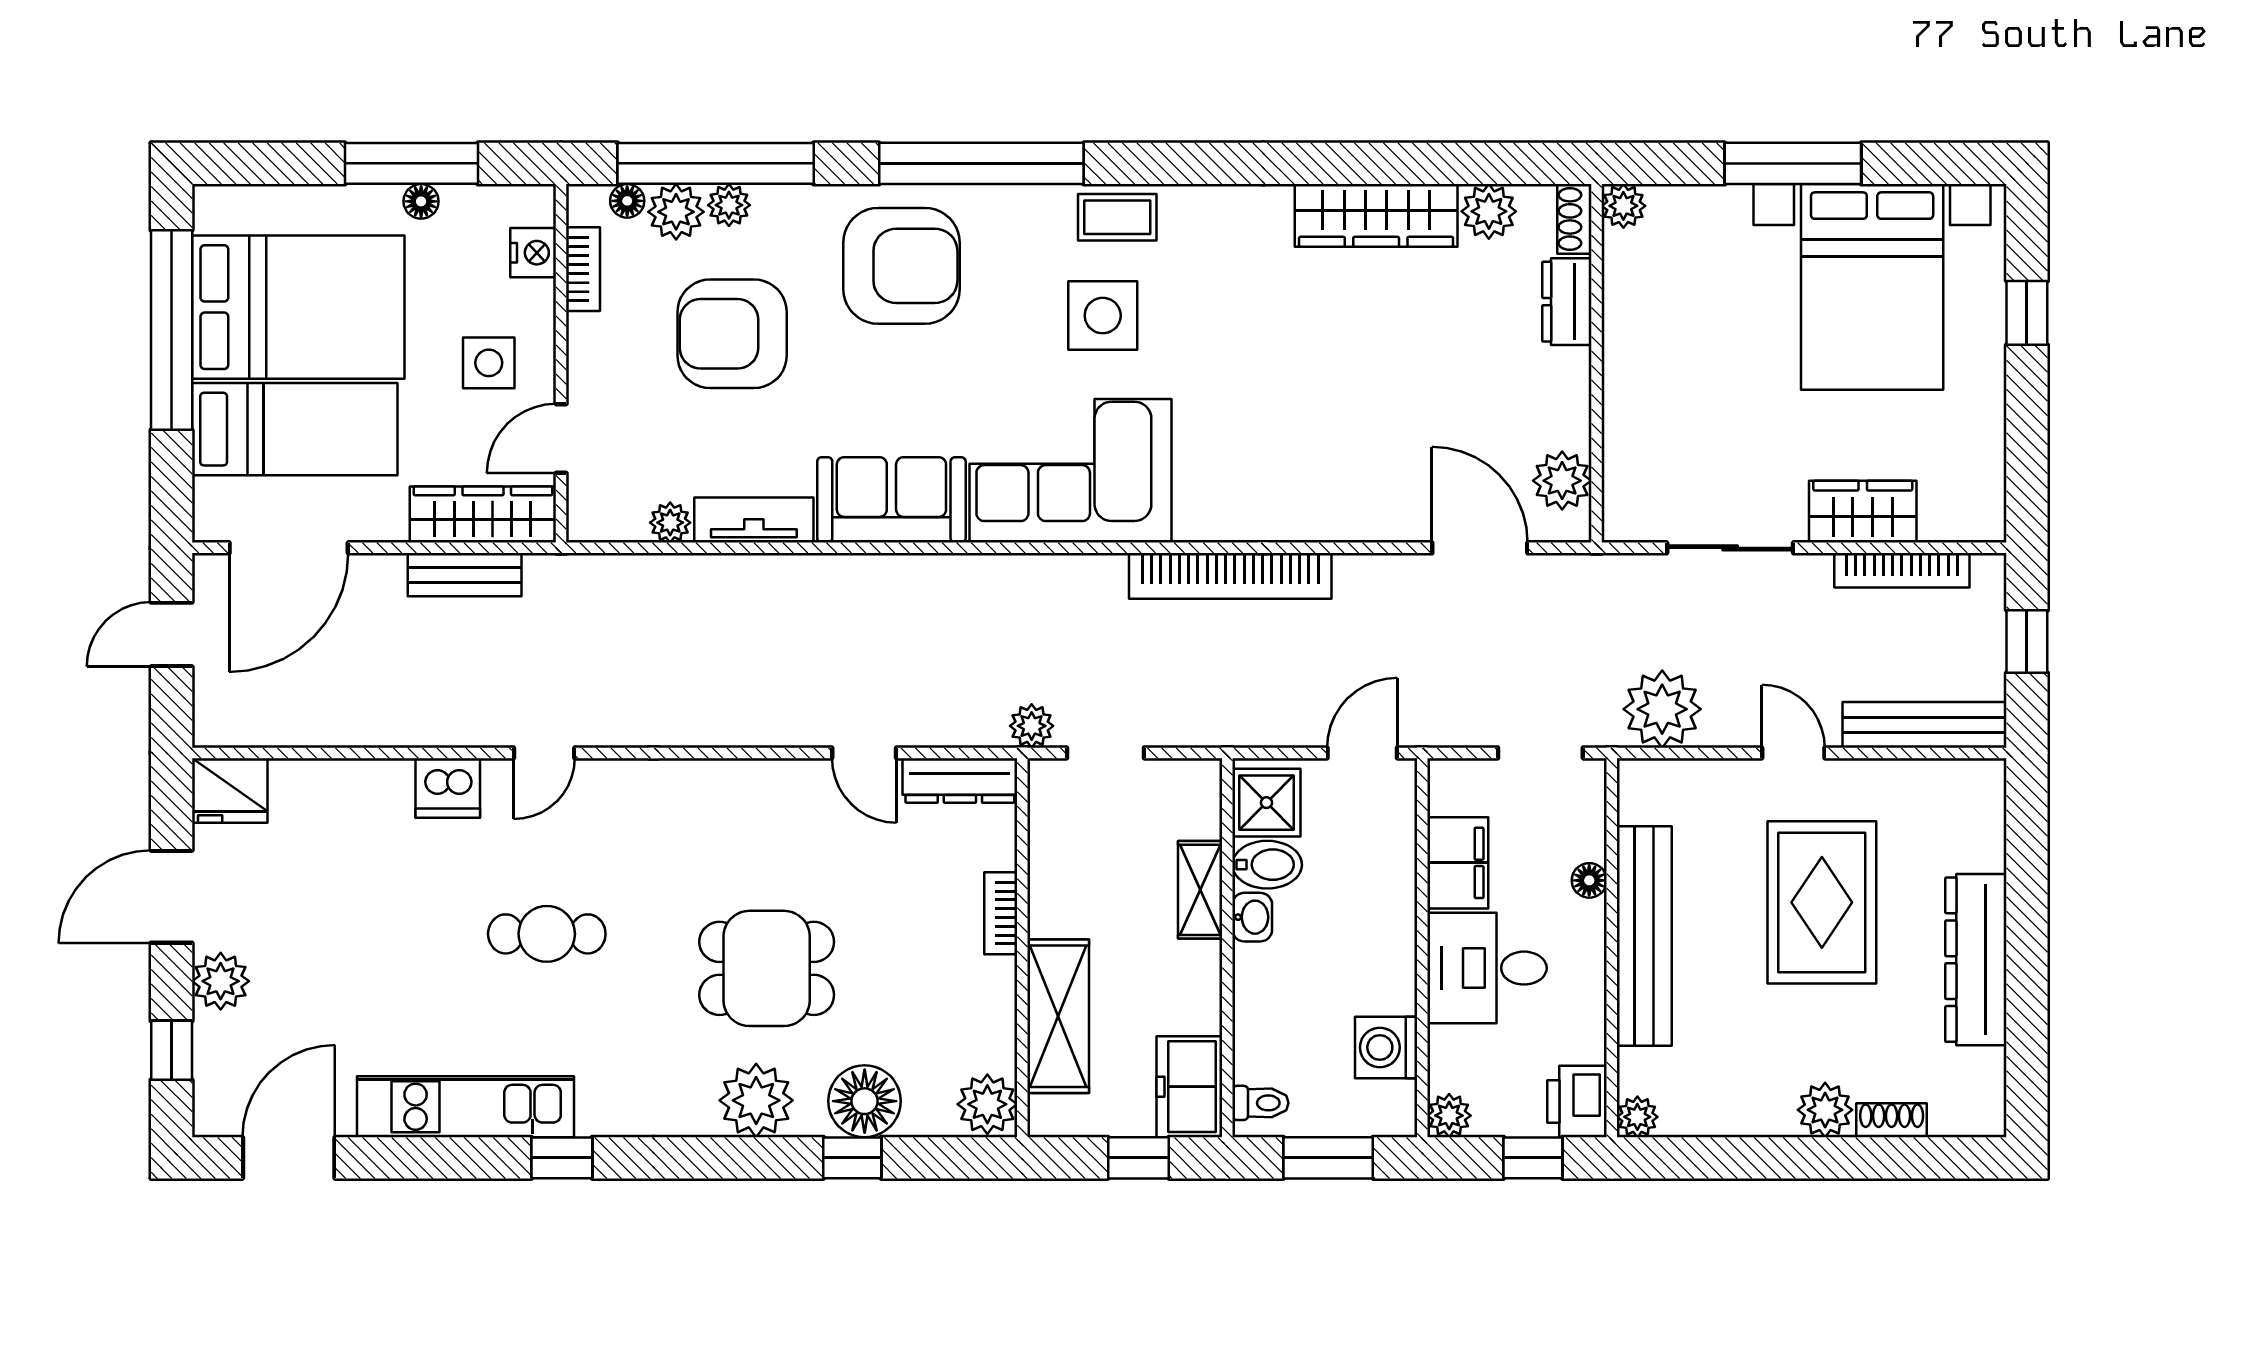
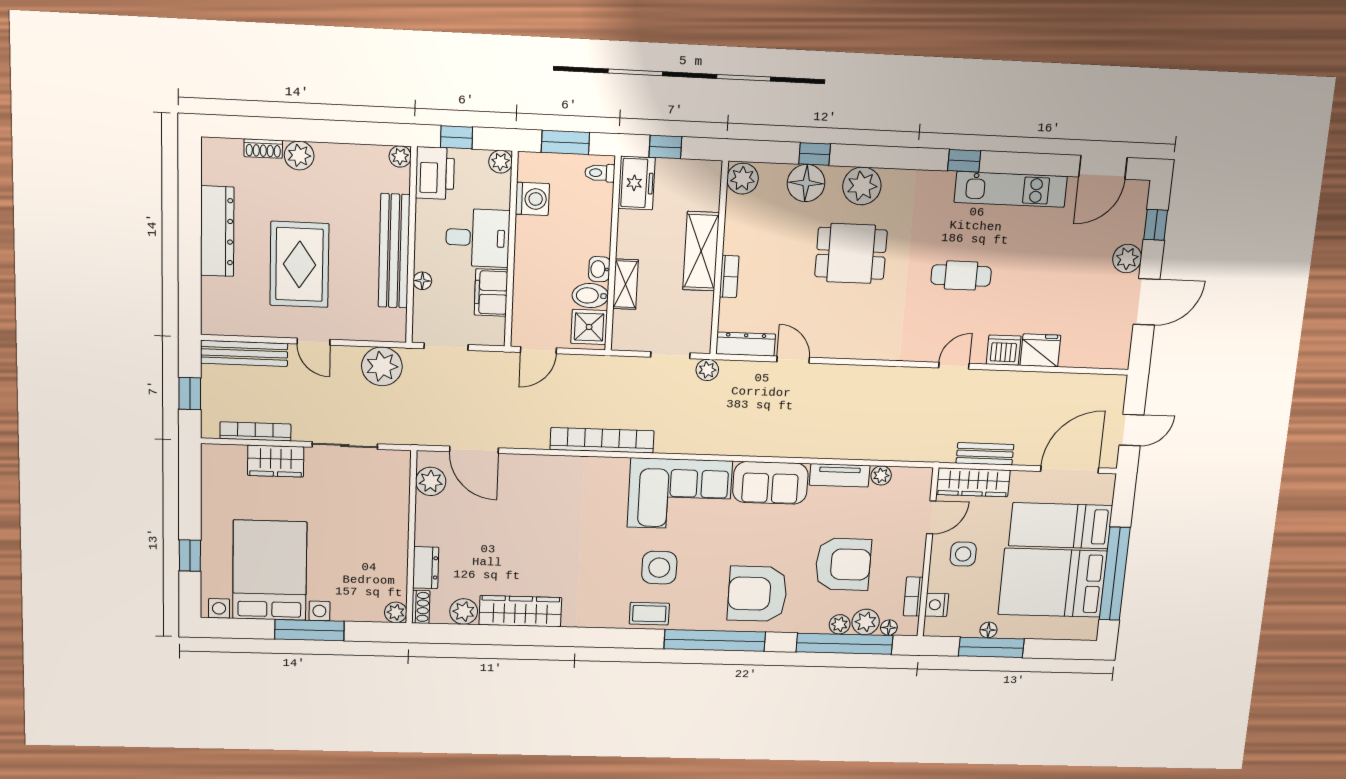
fridge: (230, 790) -> (1040, 350), moved
shelving: (1058, 1016) -> (701, 251), moved
printer: (1577, 1101) -> (435, 173), width x1.37, depth x1.19

